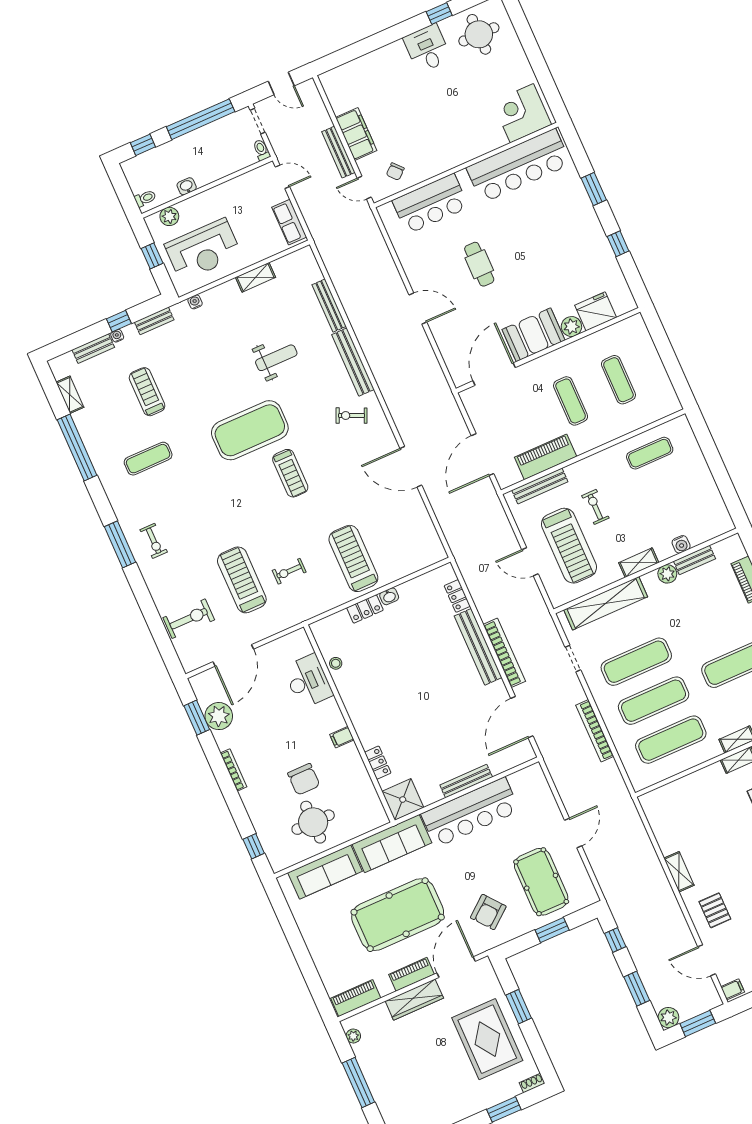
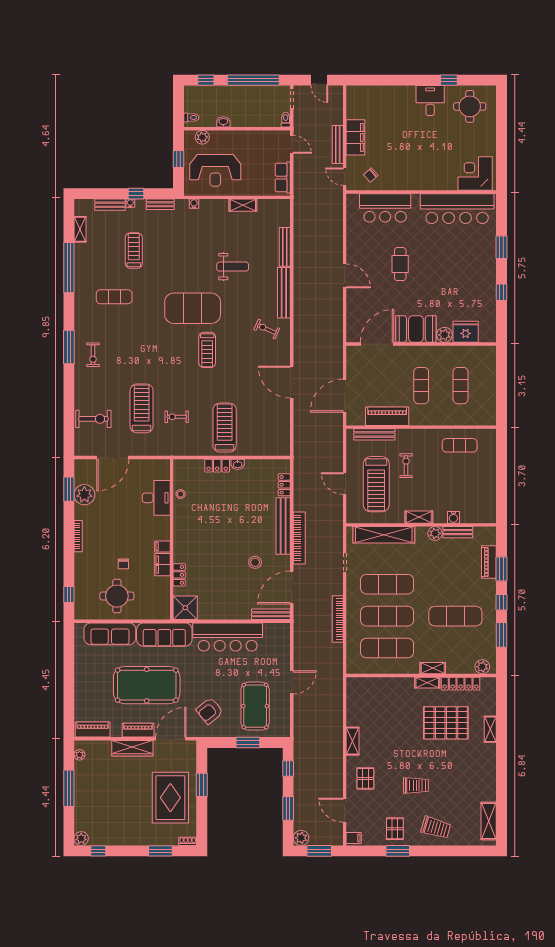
stool: (464, 706) -> (255, 562), added
filing cabinet: (352, 759) -> (162, 565), added
chair: (304, 779) -> (123, 564), width x0.54, depth x0.54
bench: (466, 781) -> (271, 614), moved

